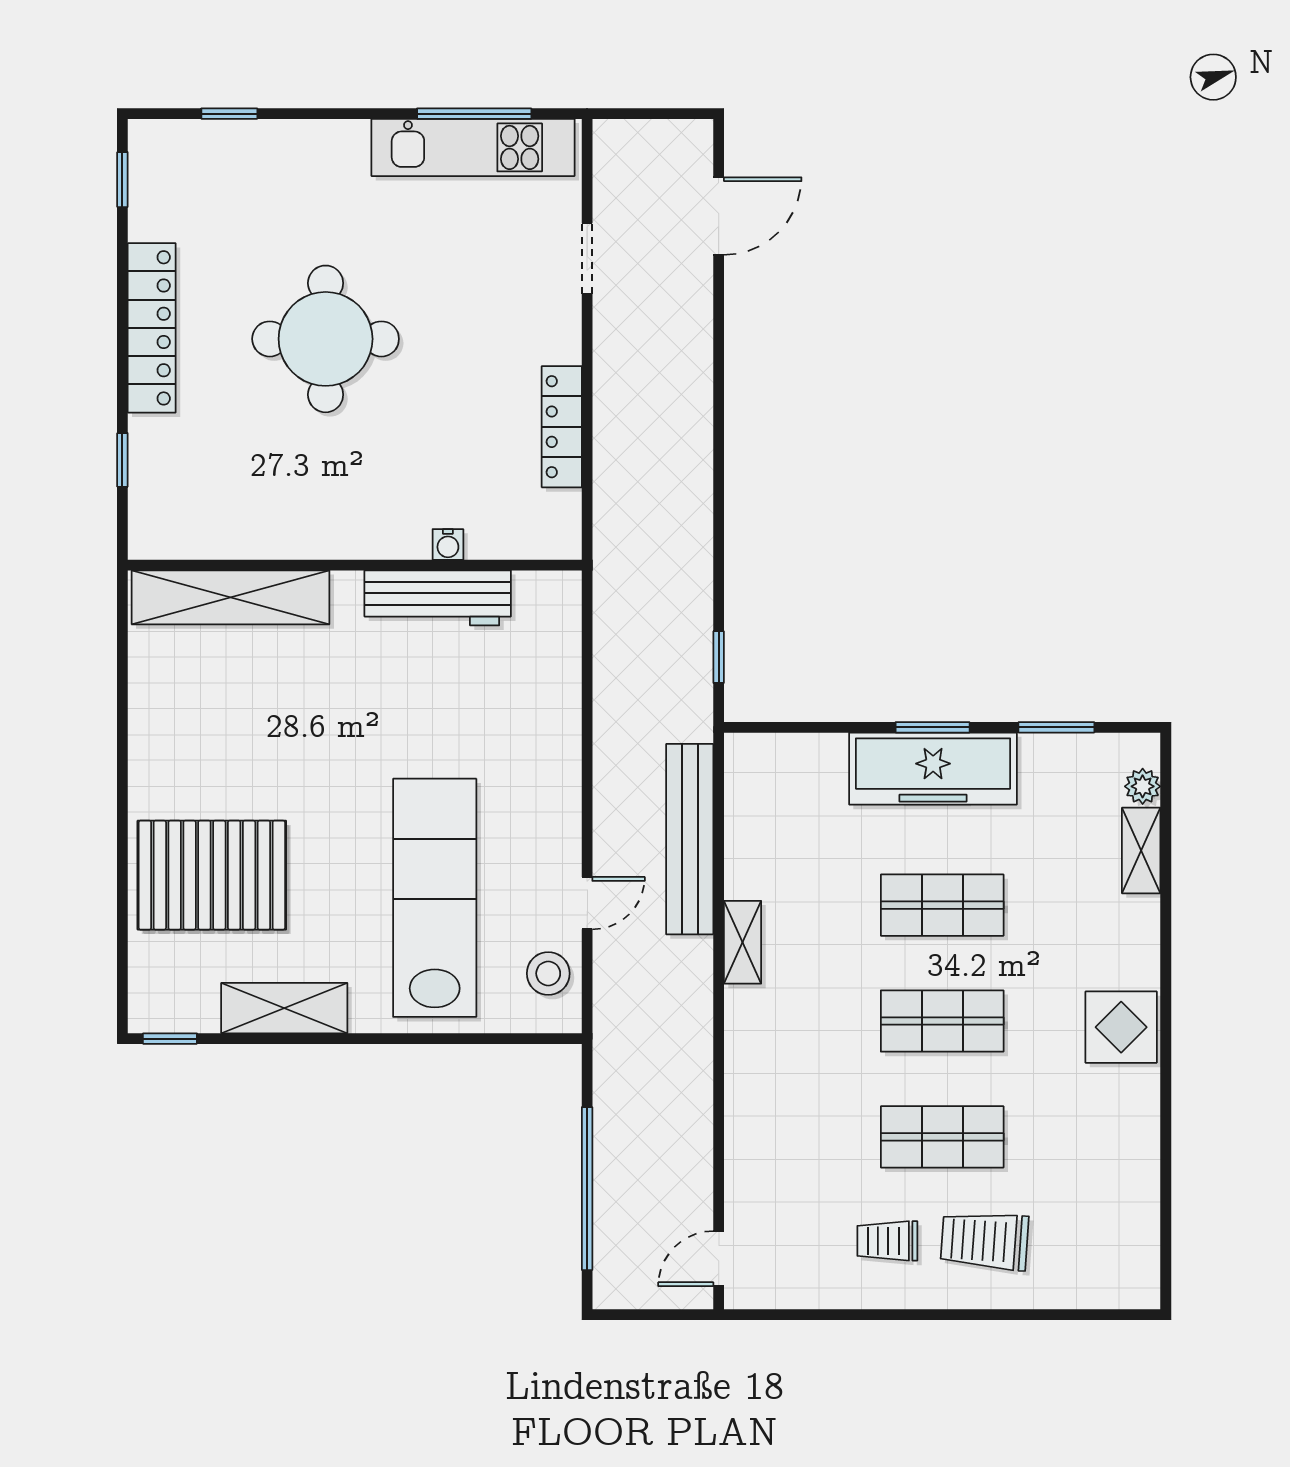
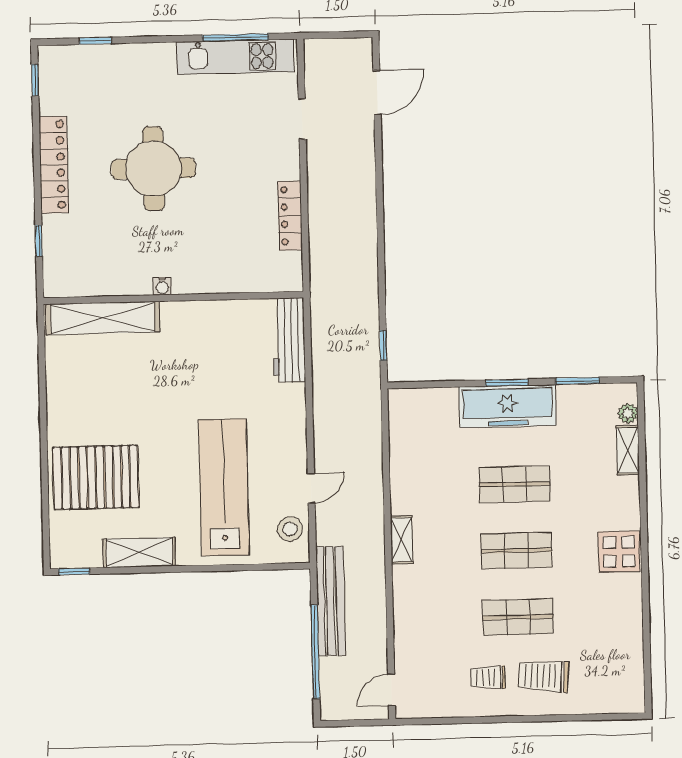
water cooler: (448, 544) -> (162, 286), moved
workbench: (438, 598) -> (289, 340), moved, turned 90
bench: (690, 839) -> (331, 601), moved
shelving: (743, 942) -> (402, 540), moved

